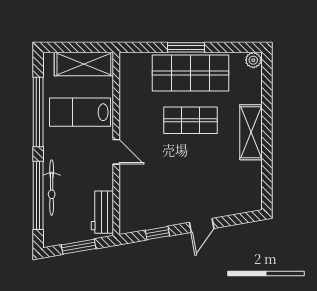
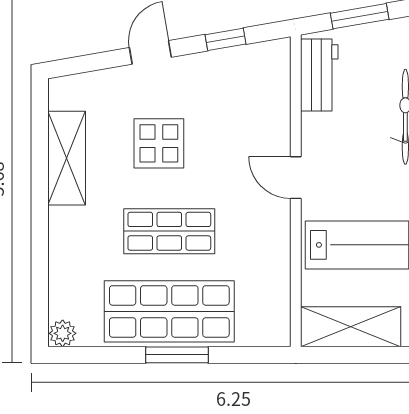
shelving: (251, 132) -> (67, 158), moved
display table: (197, 172) -> (159, 143), added

